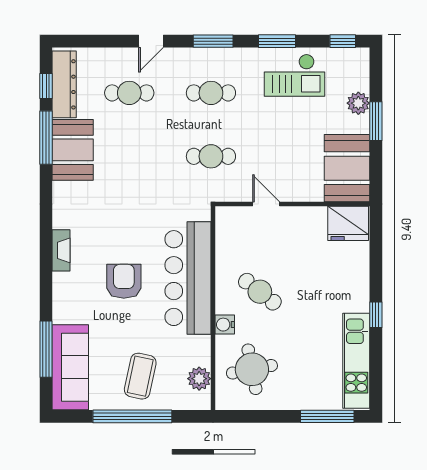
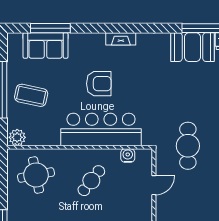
cafe table: (211, 156) -> (188, 146), width x1.37, depth x1.35
water cooler: (225, 325) -> (128, 156), moved
sofa: (70, 367) -> (46, 45), width x0.73
plant: (199, 379) -> (17, 137), moved

